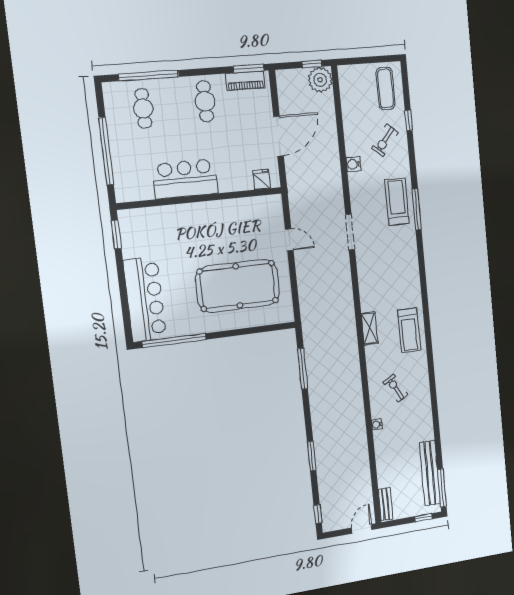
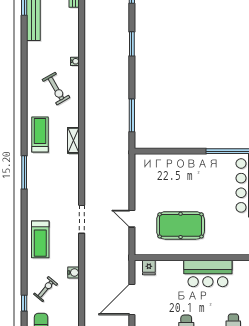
window: (417, 209) -> (24, 172), moved
pool table: (238, 286) -> (181, 225), moved, width x0.73, depth x0.76
exercise bike: (396, 388) -> (56, 89), width x1.38, depth x1.39

